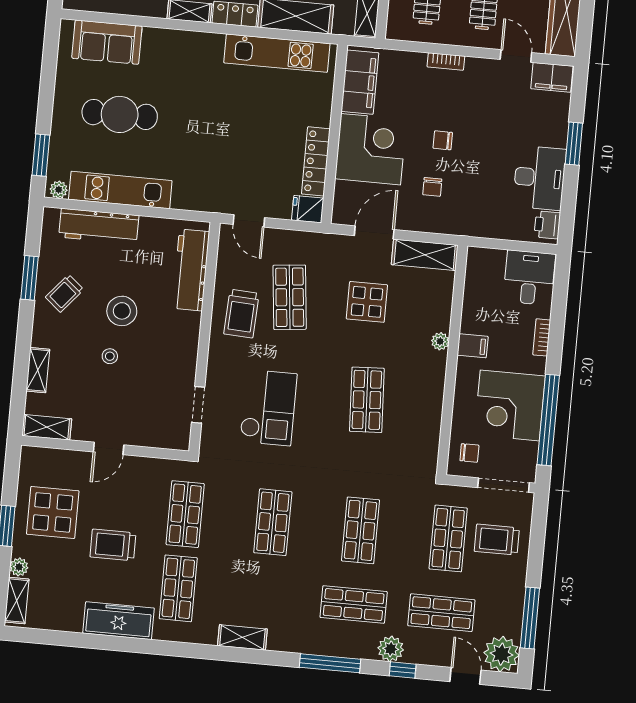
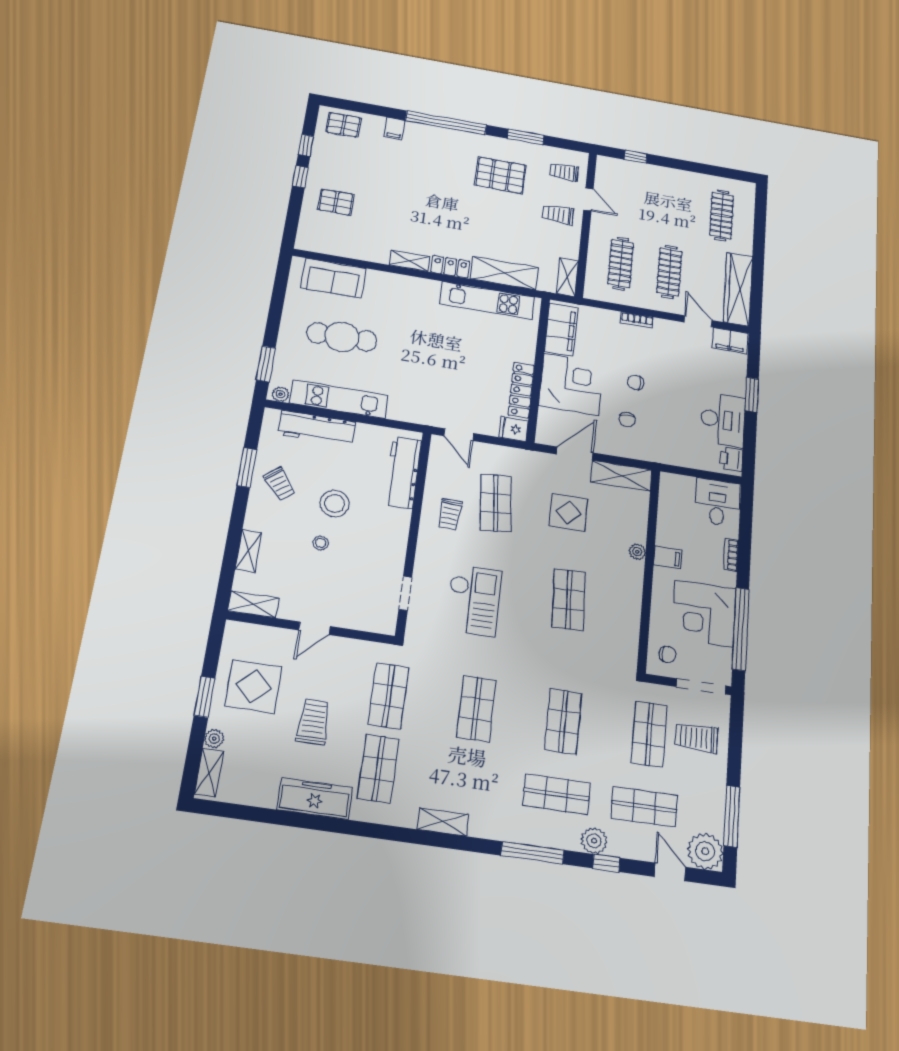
trolley: (65, 293) -> (280, 484), turned -79
trolley: (241, 314) -> (450, 514), width x0.73, depth x0.72
trolley: (113, 545) -> (313, 722), turned 90

